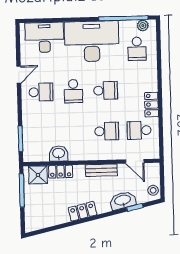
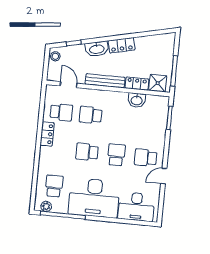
bench: (101, 170) -> (105, 81), width x1.36
washbasin: (123, 200) -> (97, 49), moved

